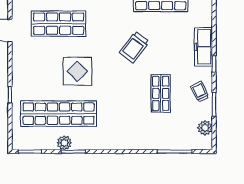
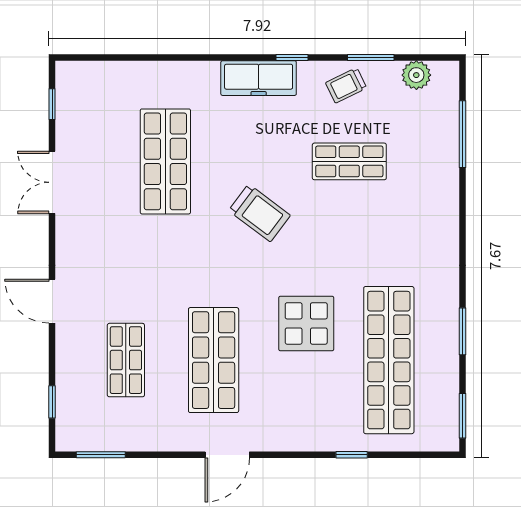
plant: (64, 143) -> (446, 349), removed

